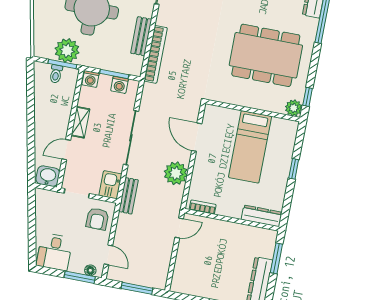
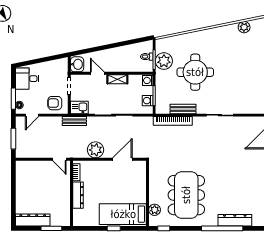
plant: (294, 108) -> (155, 210), moved
bed: (250, 147) -> (123, 214), moved
dresser: (262, 216) -> (78, 195), moved

